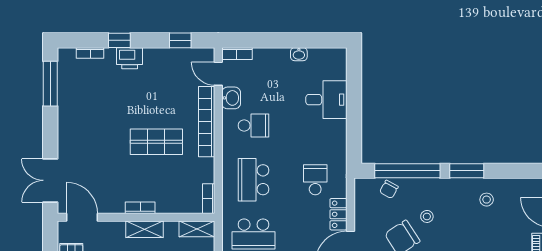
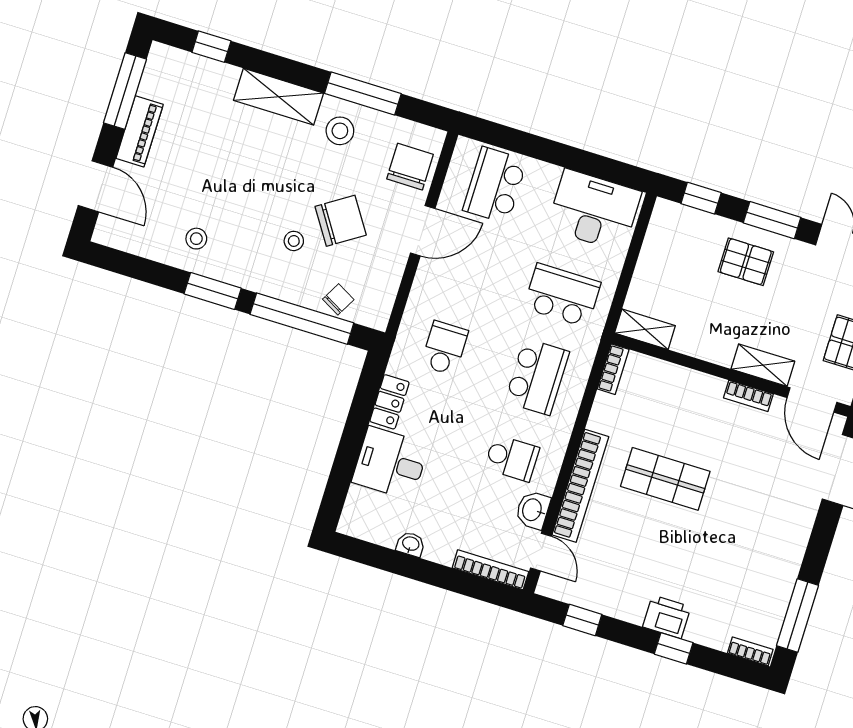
bookcase: (90, 53) -> (750, 651), moved
bookcase: (237, 54) -> (490, 570), width x1.56
school desk: (254, 126) -> (512, 458), turned 180
school desk: (315, 180) -> (444, 348), turned 180
bookcase: (140, 208) -> (748, 396), moved
locker: (338, 214) -> (390, 402), moved
shelving: (144, 229) -> (763, 365), moved

